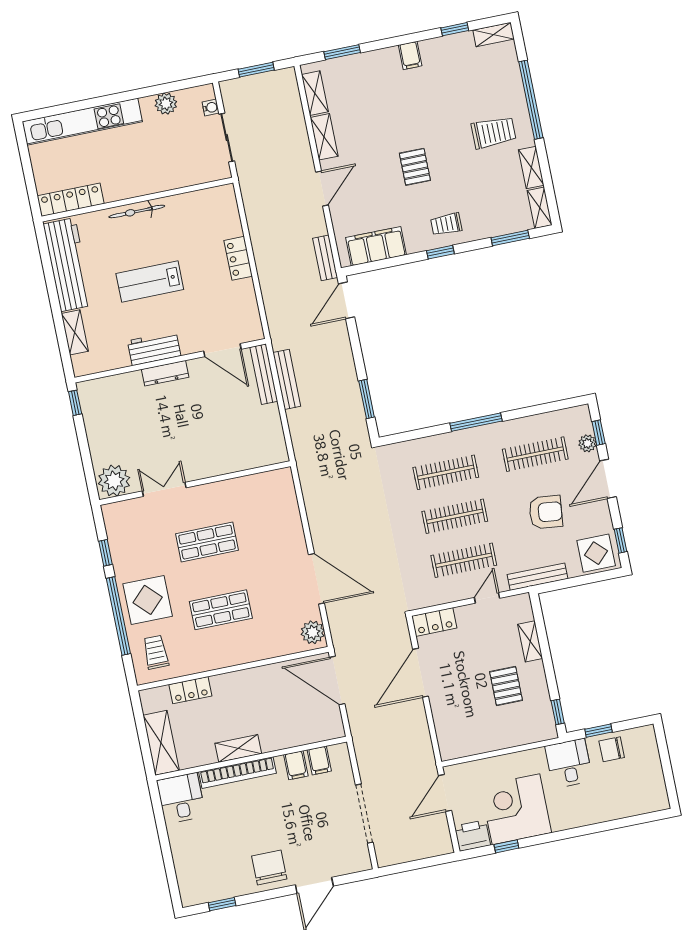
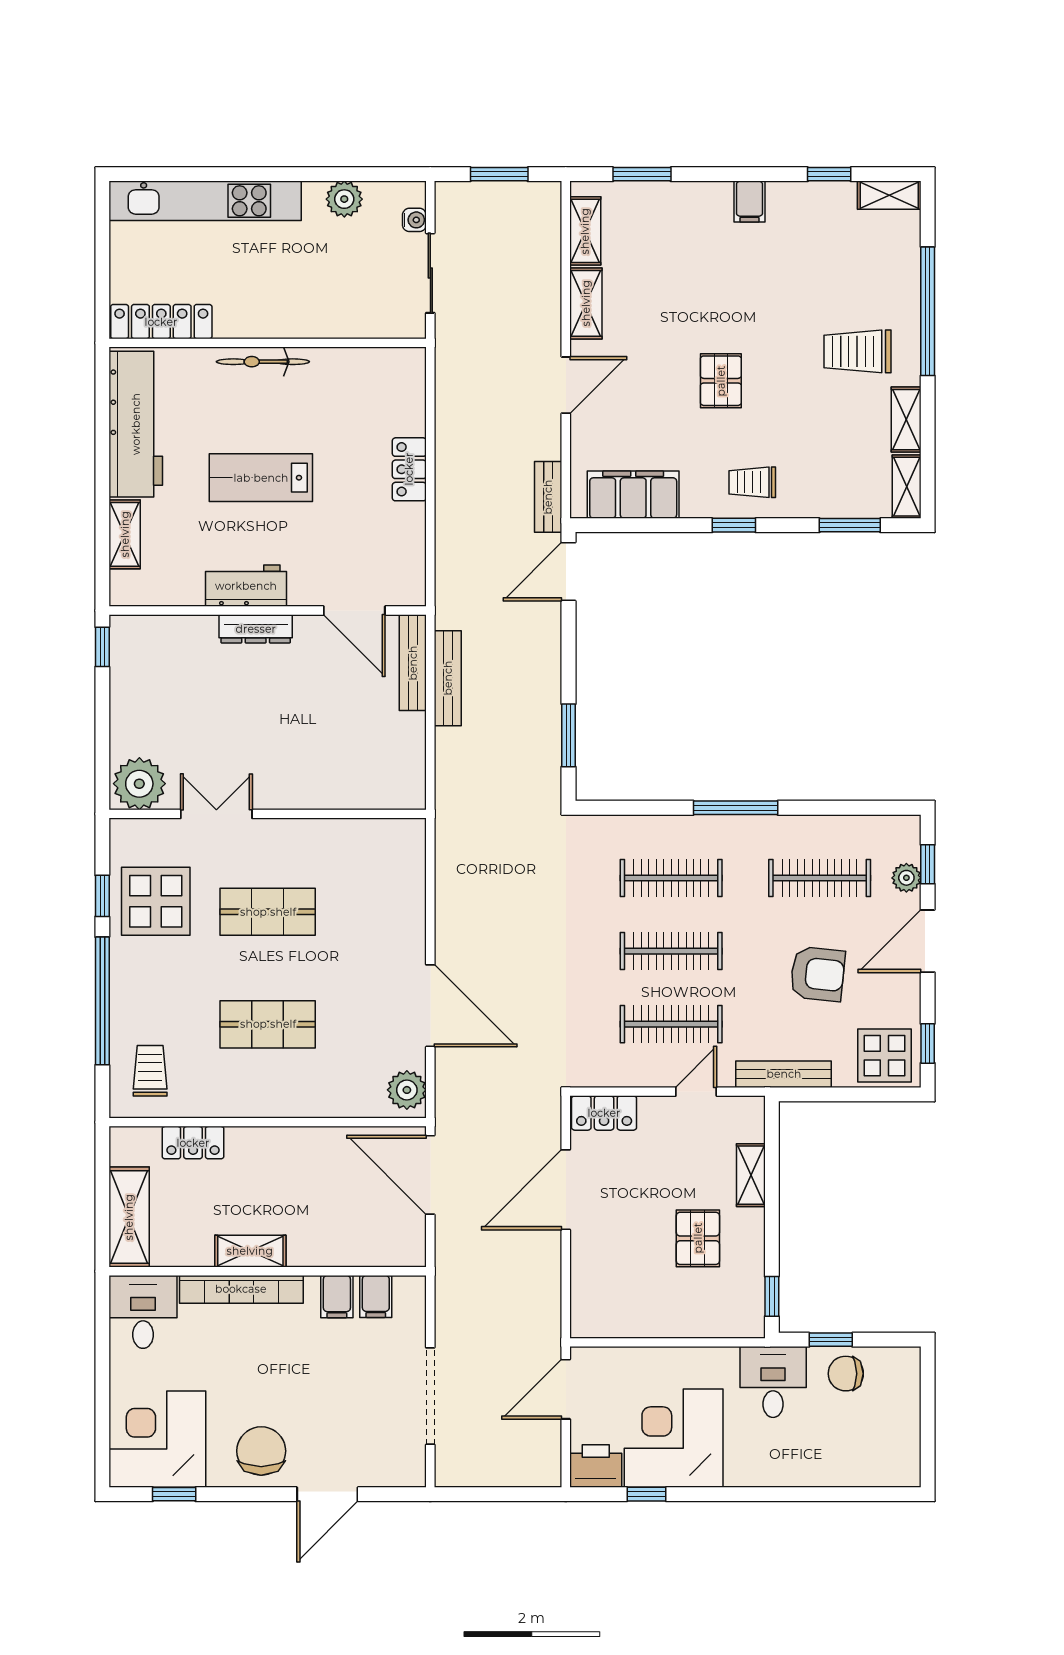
trolley: (494, 132) -> (857, 351), turned 180
display table: (148, 600) -> (156, 901), moved
corner desk: (205, 873) -> (157, 1439), added

